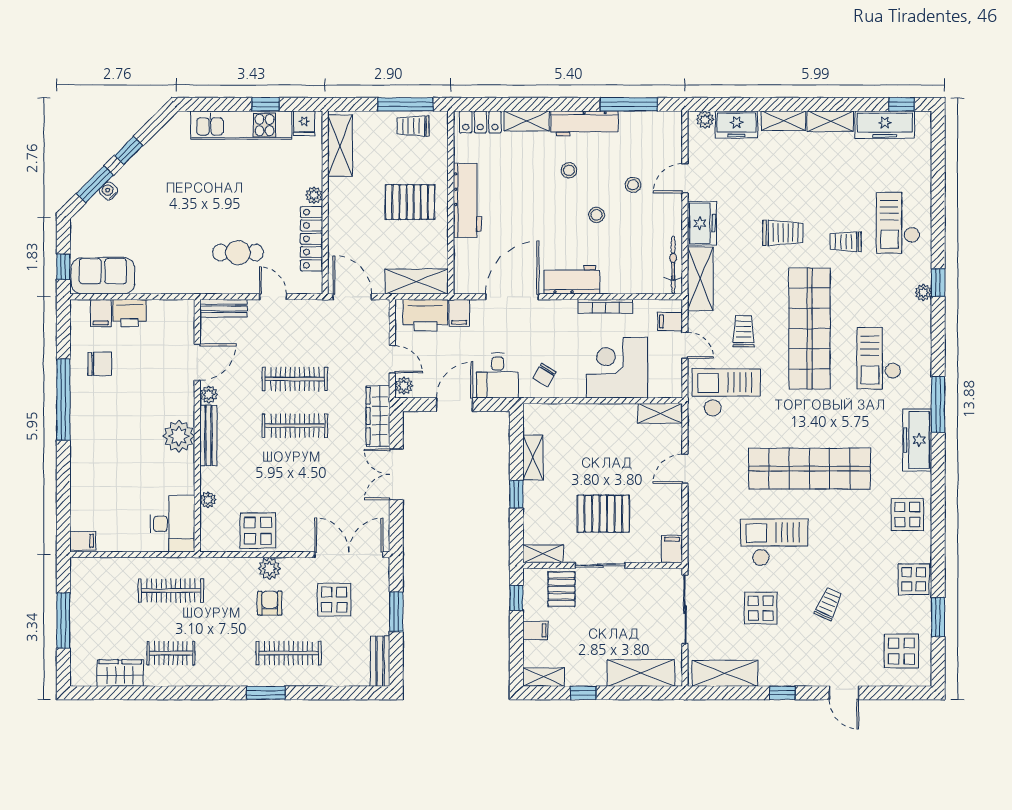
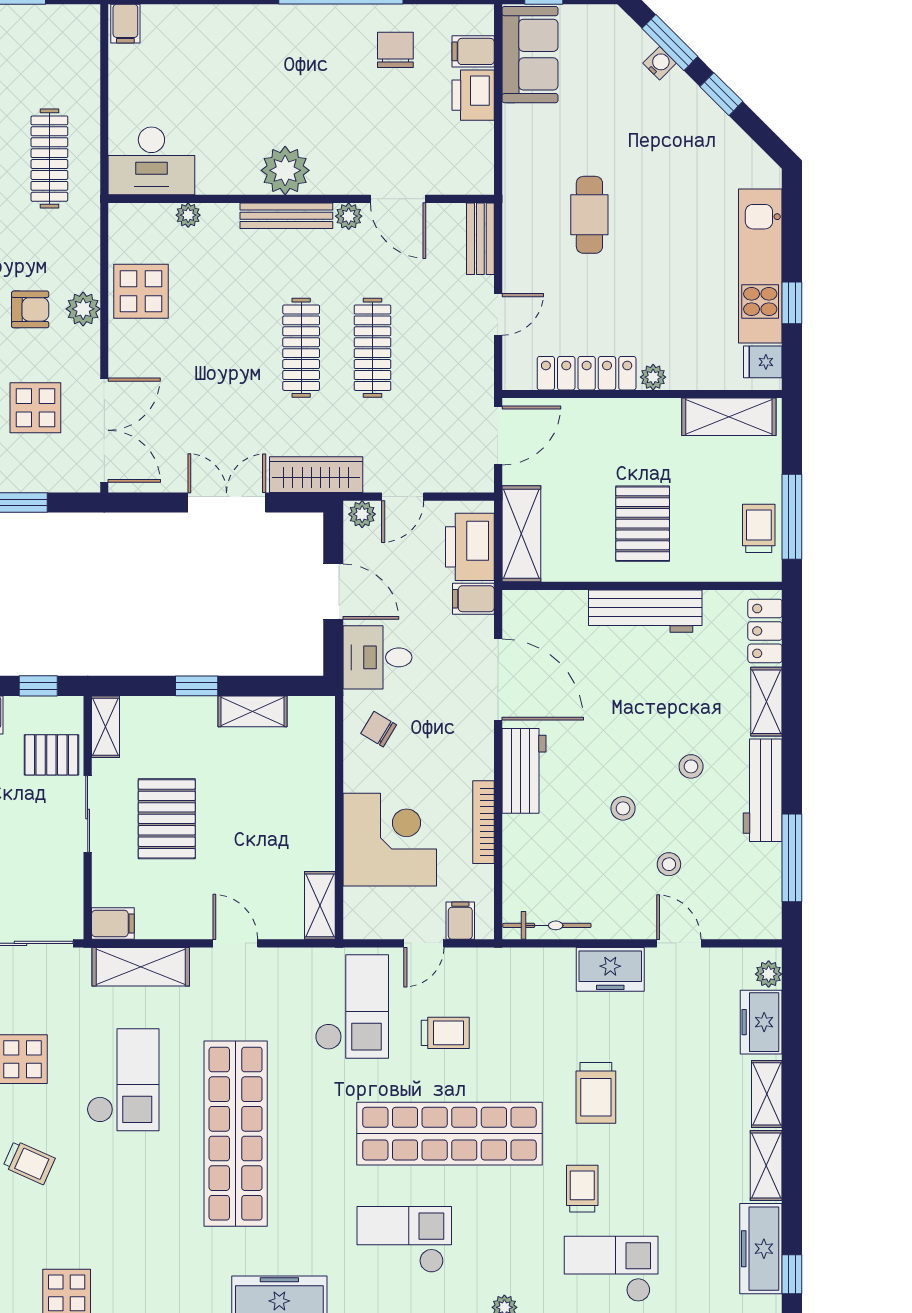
cafe table: (238, 253) -> (589, 215), moved
shelving: (700, 279) -> (141, 967), moved
chair: (100, 364) -> (395, 50), turned 180
display table: (907, 514) -> (166, 1283), removed

